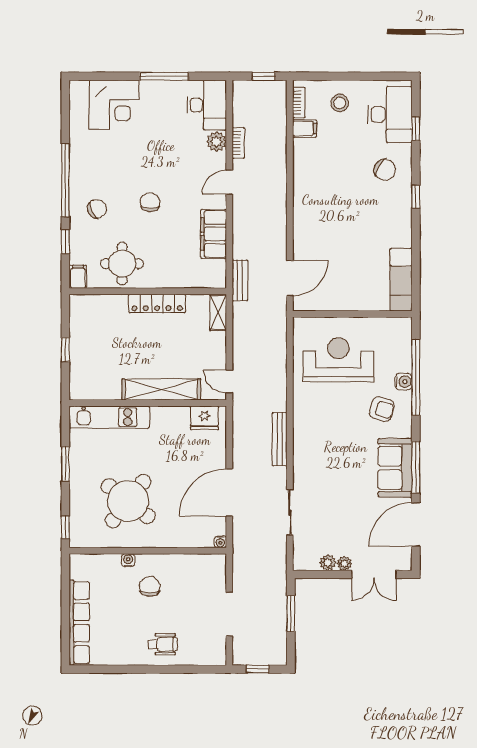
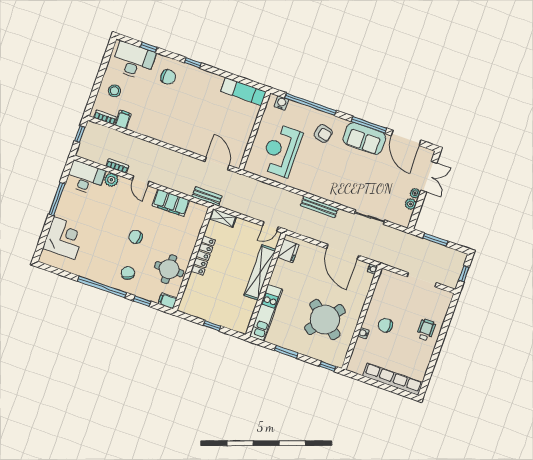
chair: (385, 170) -> (168, 77), turned 58
water cooler: (403, 382) -> (281, 103), moved
armchair: (382, 409) -> (323, 133), turned 87

